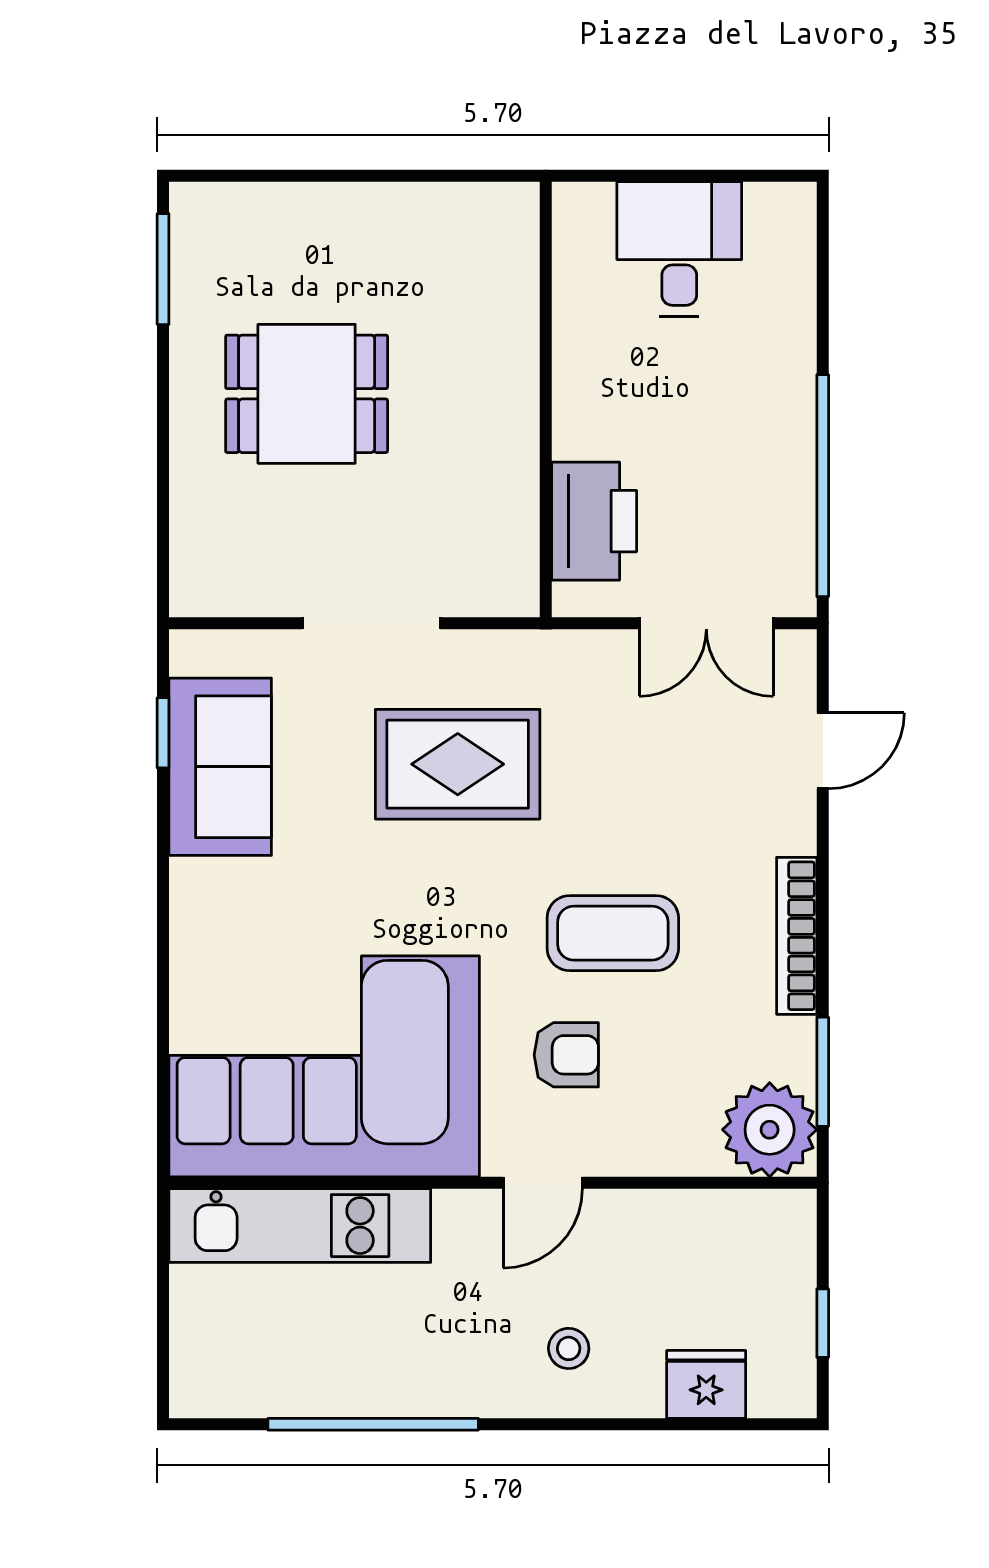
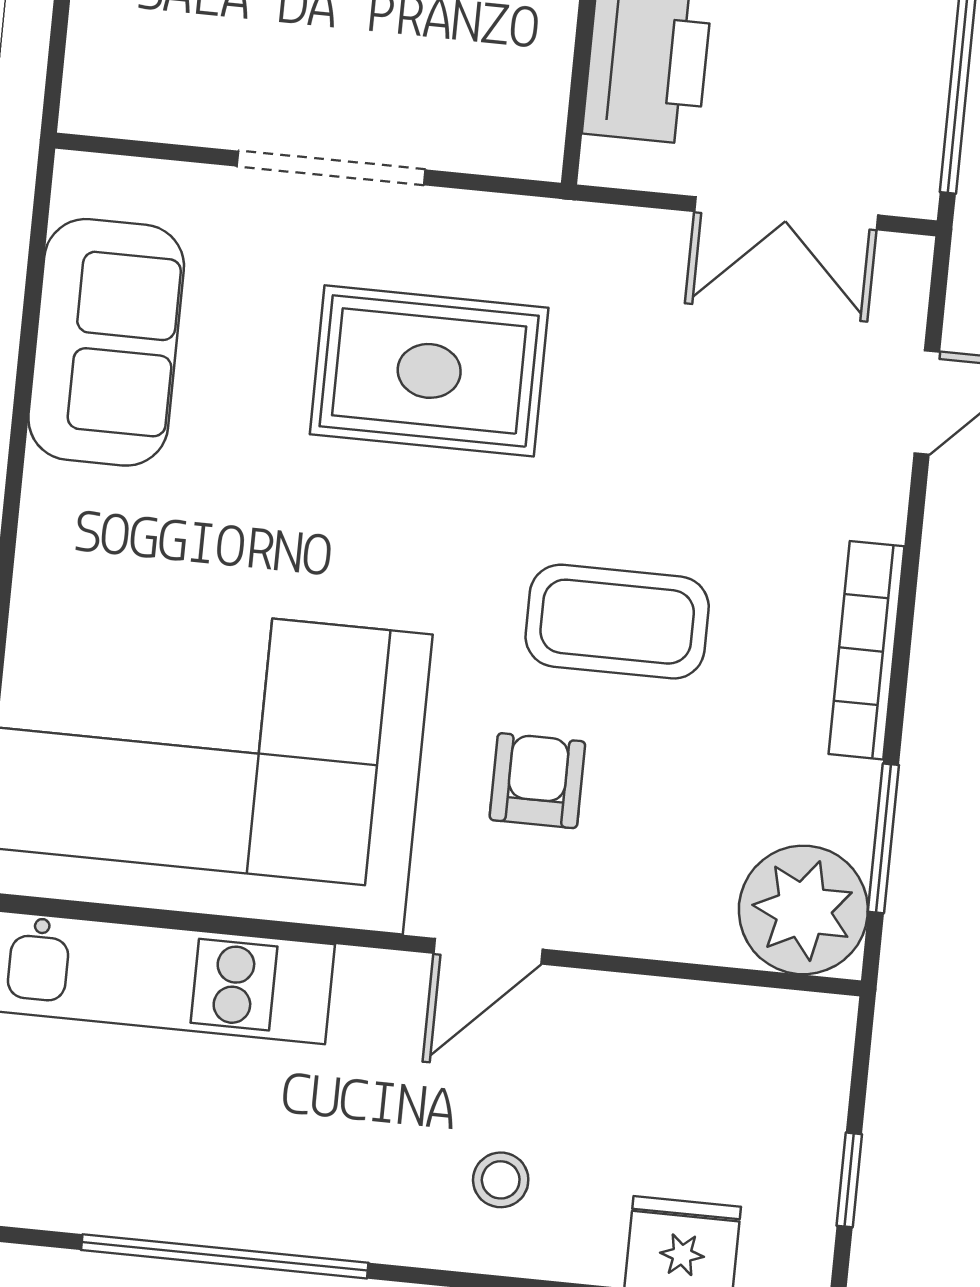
window: (163, 733) -> (33, 288), removed
armchair: (566, 1055) -> (537, 781), turned -90

